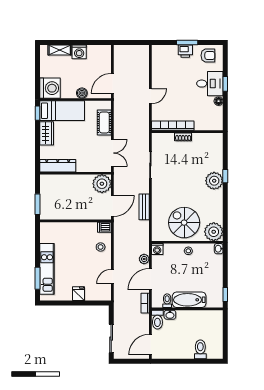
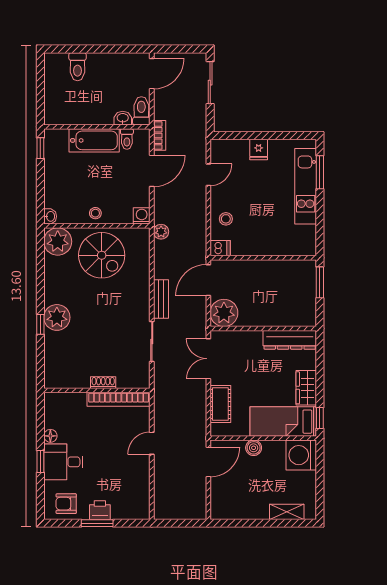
washing machine: (79, 52) -> (258, 509), removed
bench: (144, 207) -> (161, 299), moved
plant: (144, 259) -> (161, 232), moved

